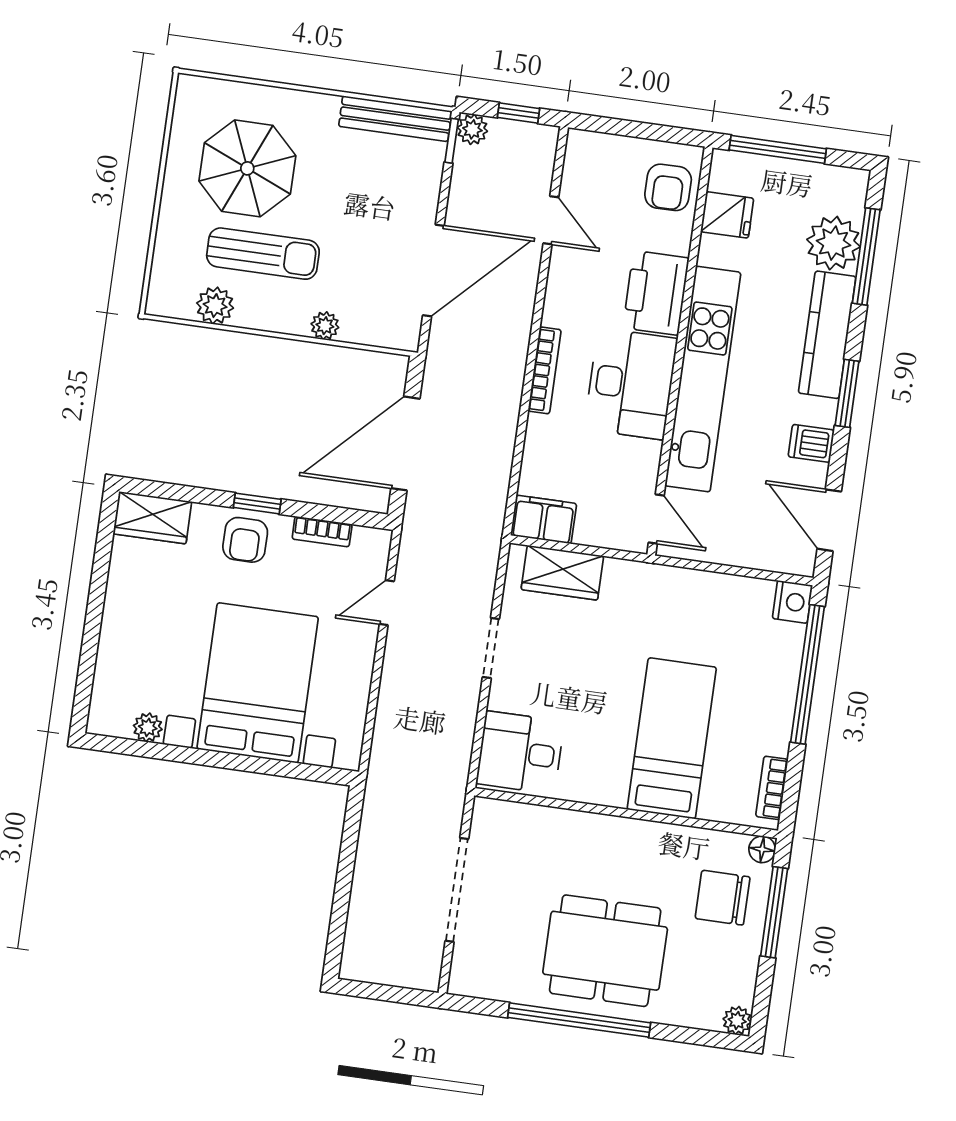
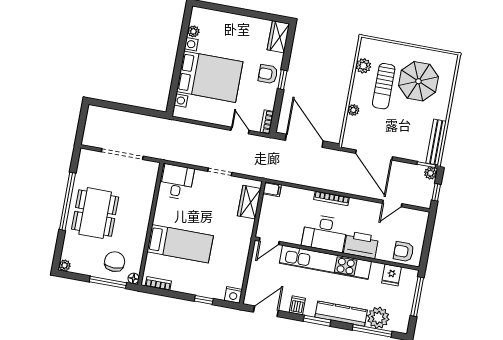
filing cabinet: (544, 519) -> (272, 189), width x0.50
bookcase: (322, 532) -> (267, 122), moved
window: (808, 674) -> (204, 300), width x0.32

